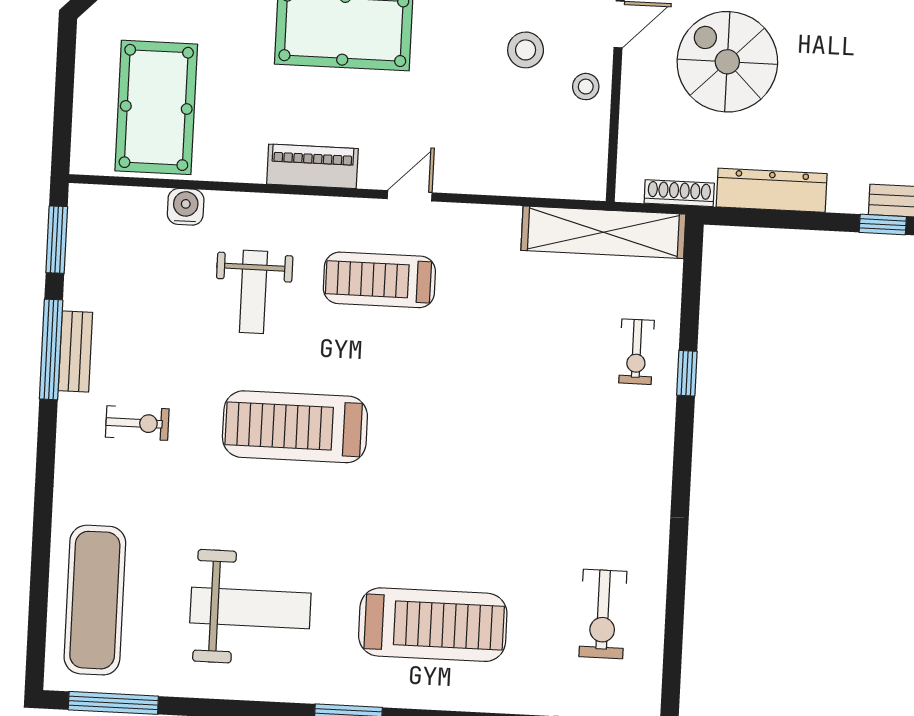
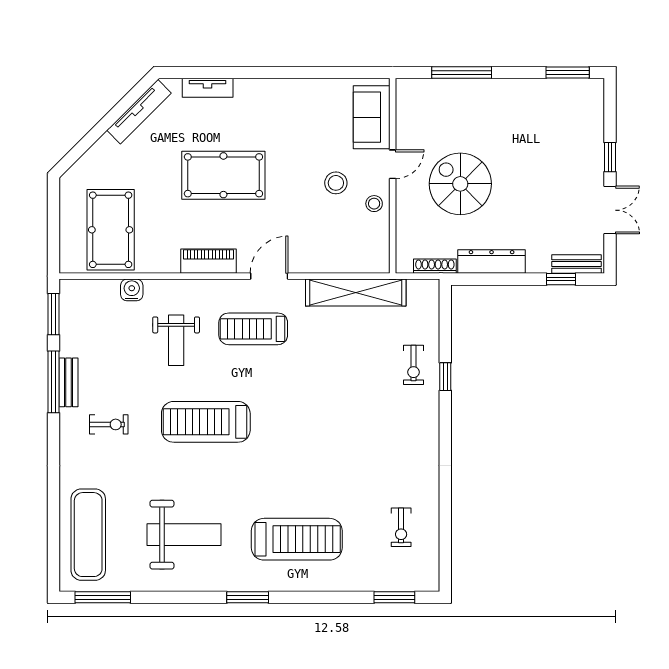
door: (410, 196) -> (269, 276), width x1.38
shelving: (603, 232) -> (356, 293), moved
exercise bike: (603, 614) -> (401, 527), width x0.73, depth x0.72

